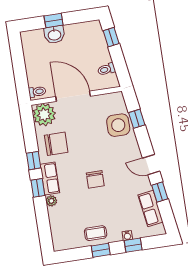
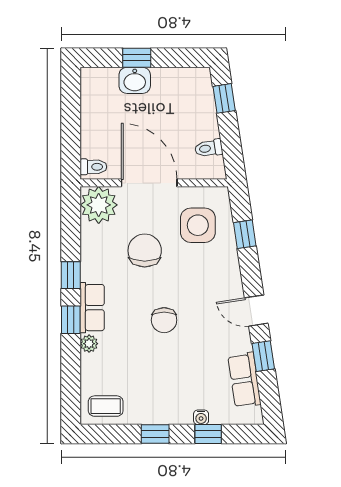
side table: (118, 125) -> (198, 225), moved
chair: (56, 144) -> (145, 251), moved, turned -90
coffee table: (96, 233) -> (106, 406), moved

